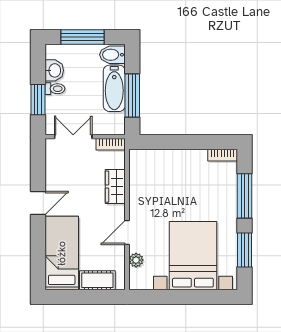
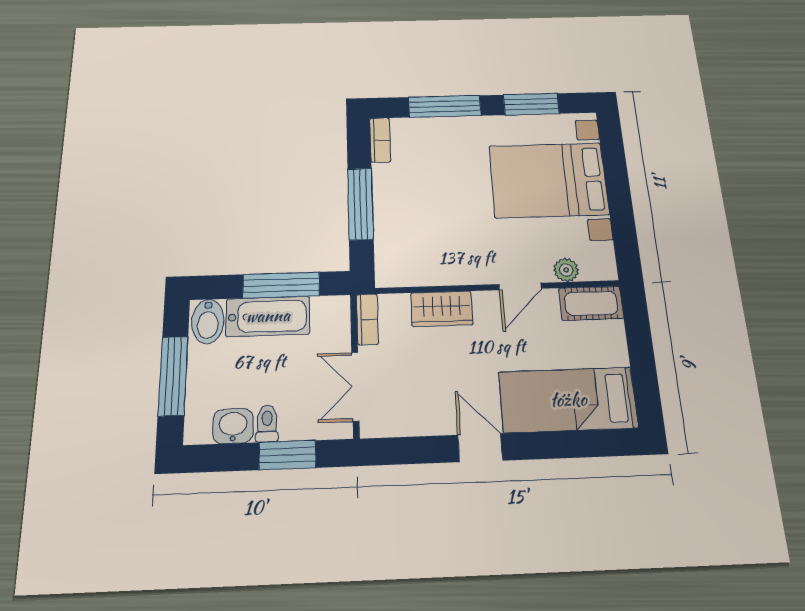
window: (181, 142) -> (360, 204), added
door: (127, 232) -> (520, 286), hinge flipped
cot: (97, 280) -> (591, 303), moved, turned 90

